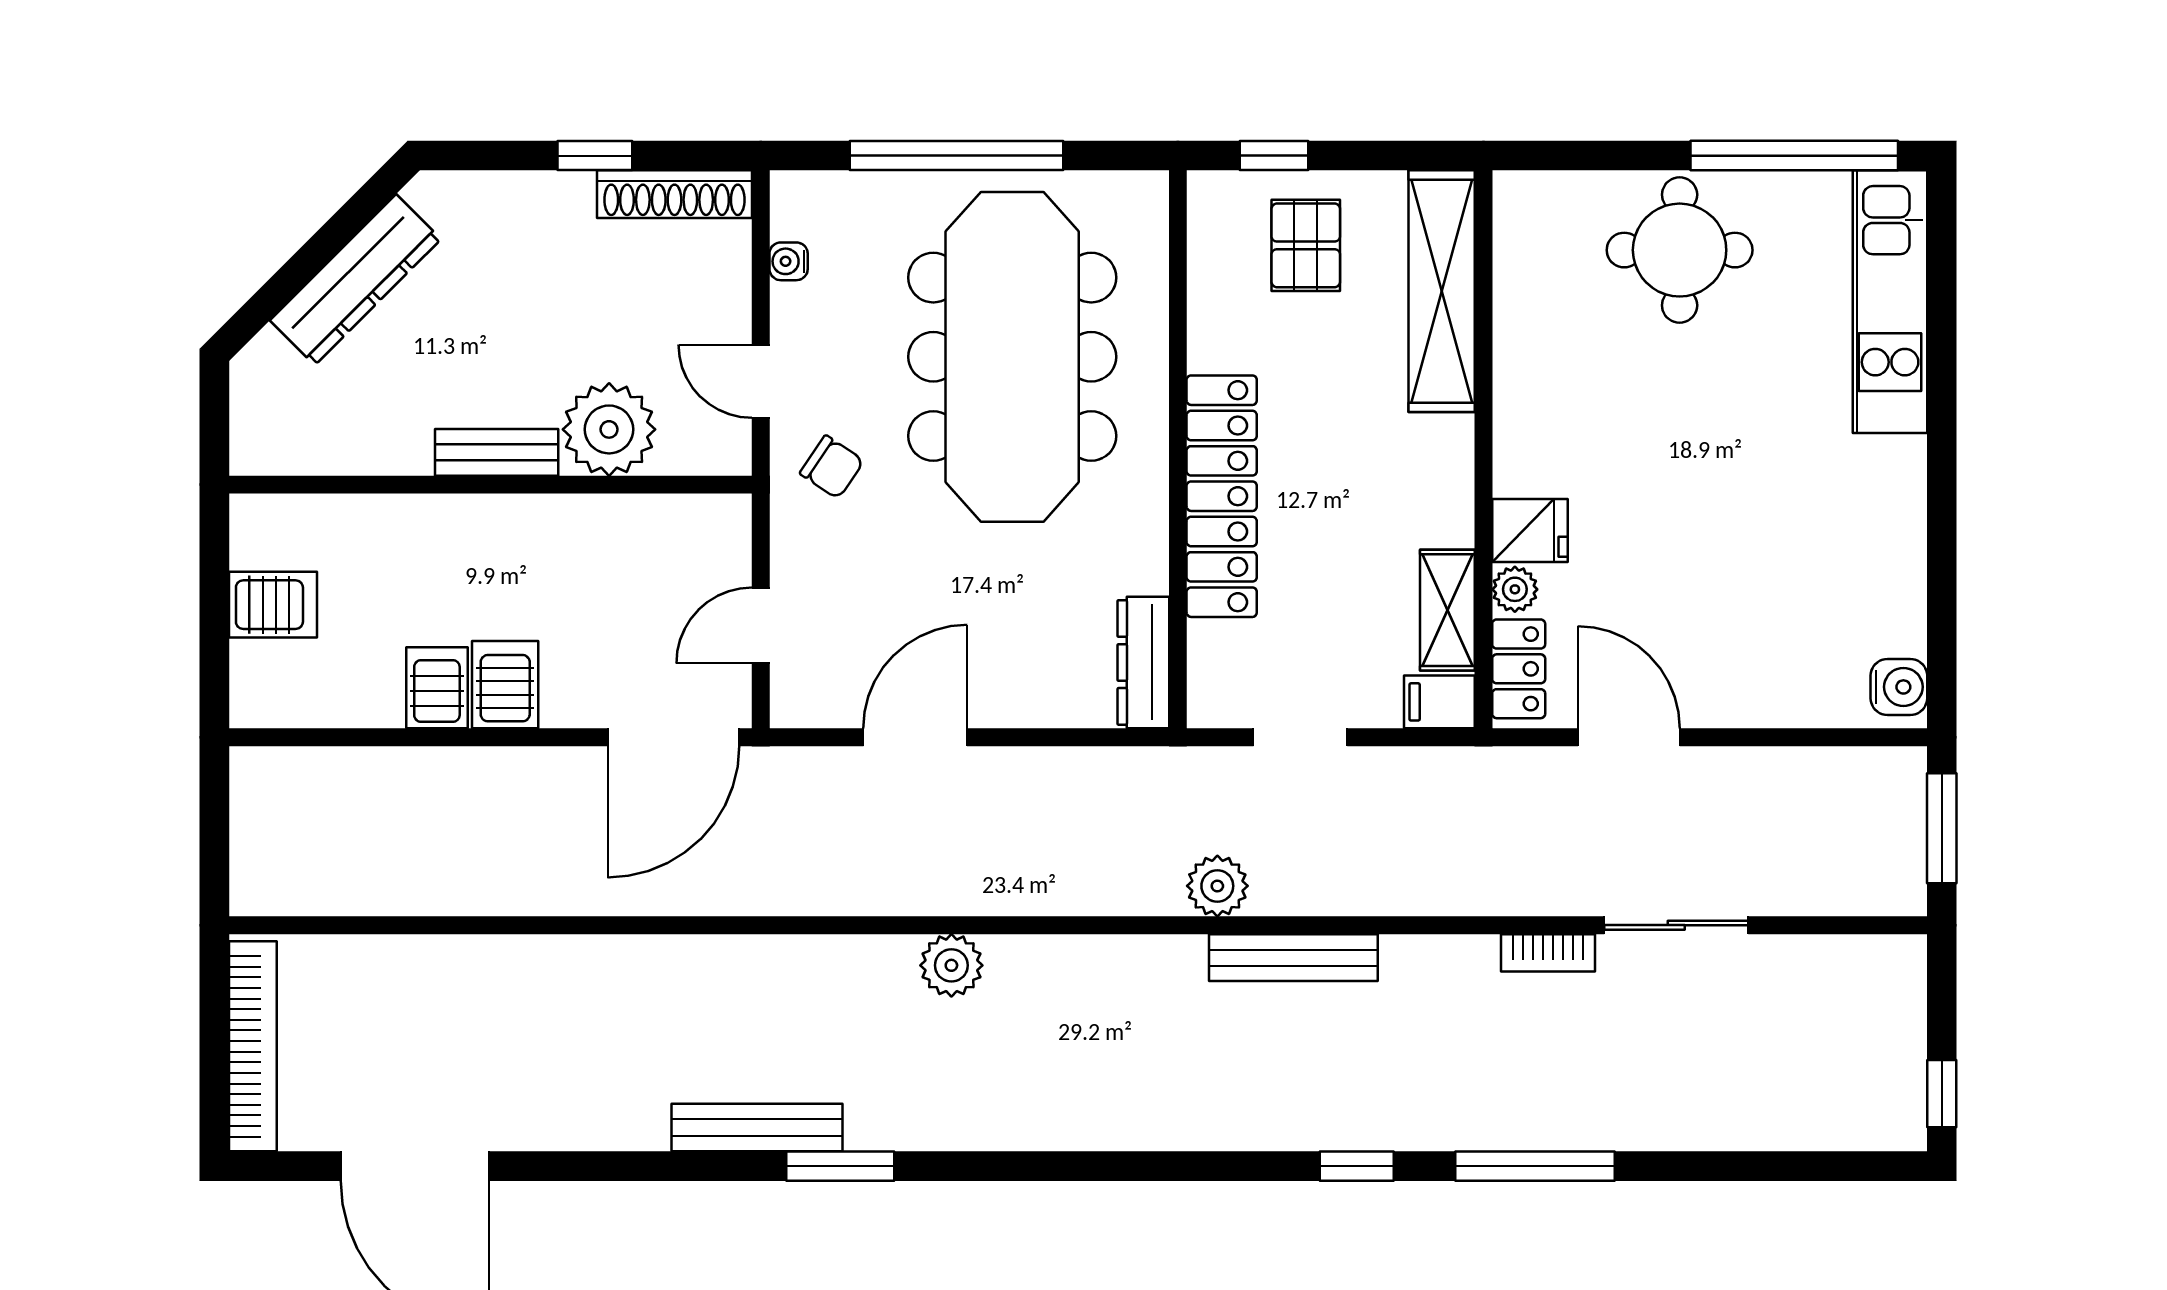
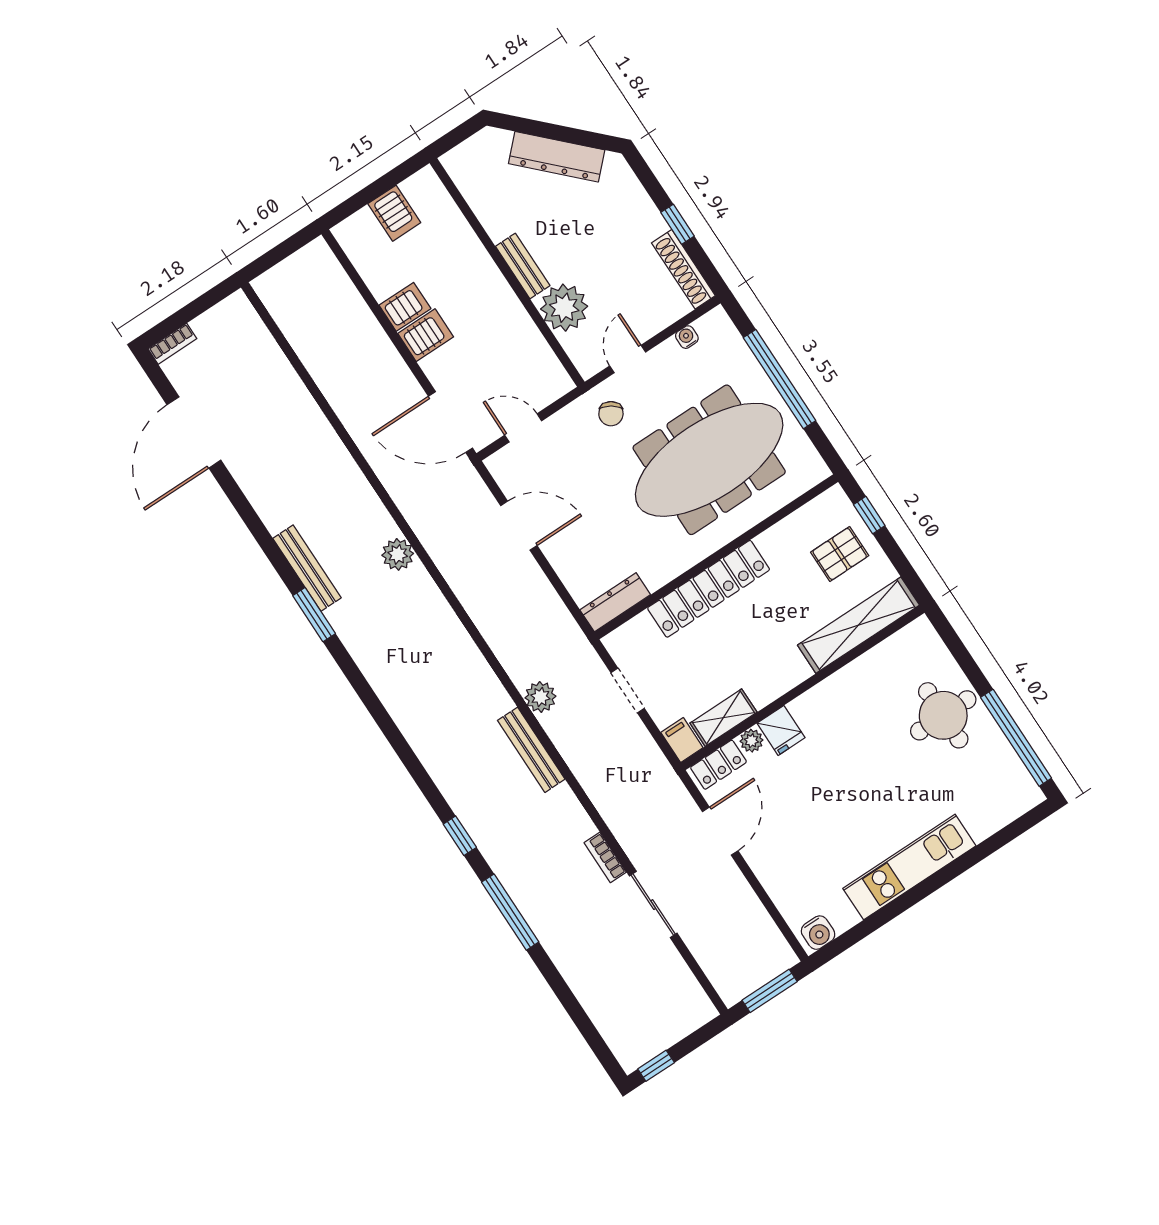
kitchen unit: (1890, 302) -> (909, 867), moved
plant: (951, 965) -> (398, 554), moved
bookcase: (253, 1046) -> (172, 344), width x0.43, depth x0.76

